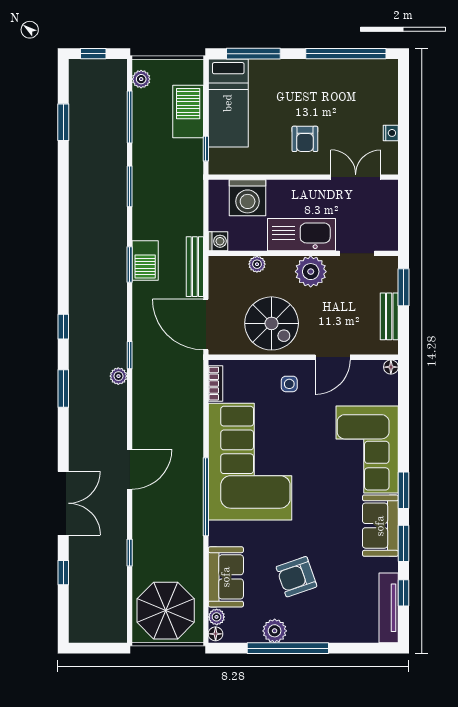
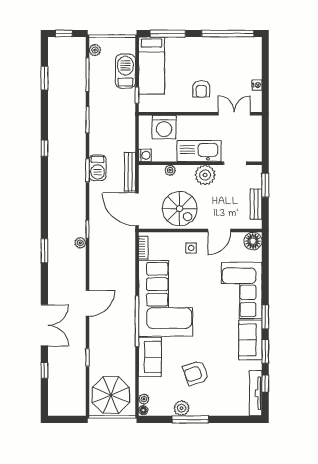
window: (63, 327) -> (44, 148), moved
floor lamp: (391, 367) -> (253, 241), width x1.89, depth x1.89
sofa: (226, 577) -> (150, 357), moved
window: (288, 648) -> (190, 419), width x0.68

